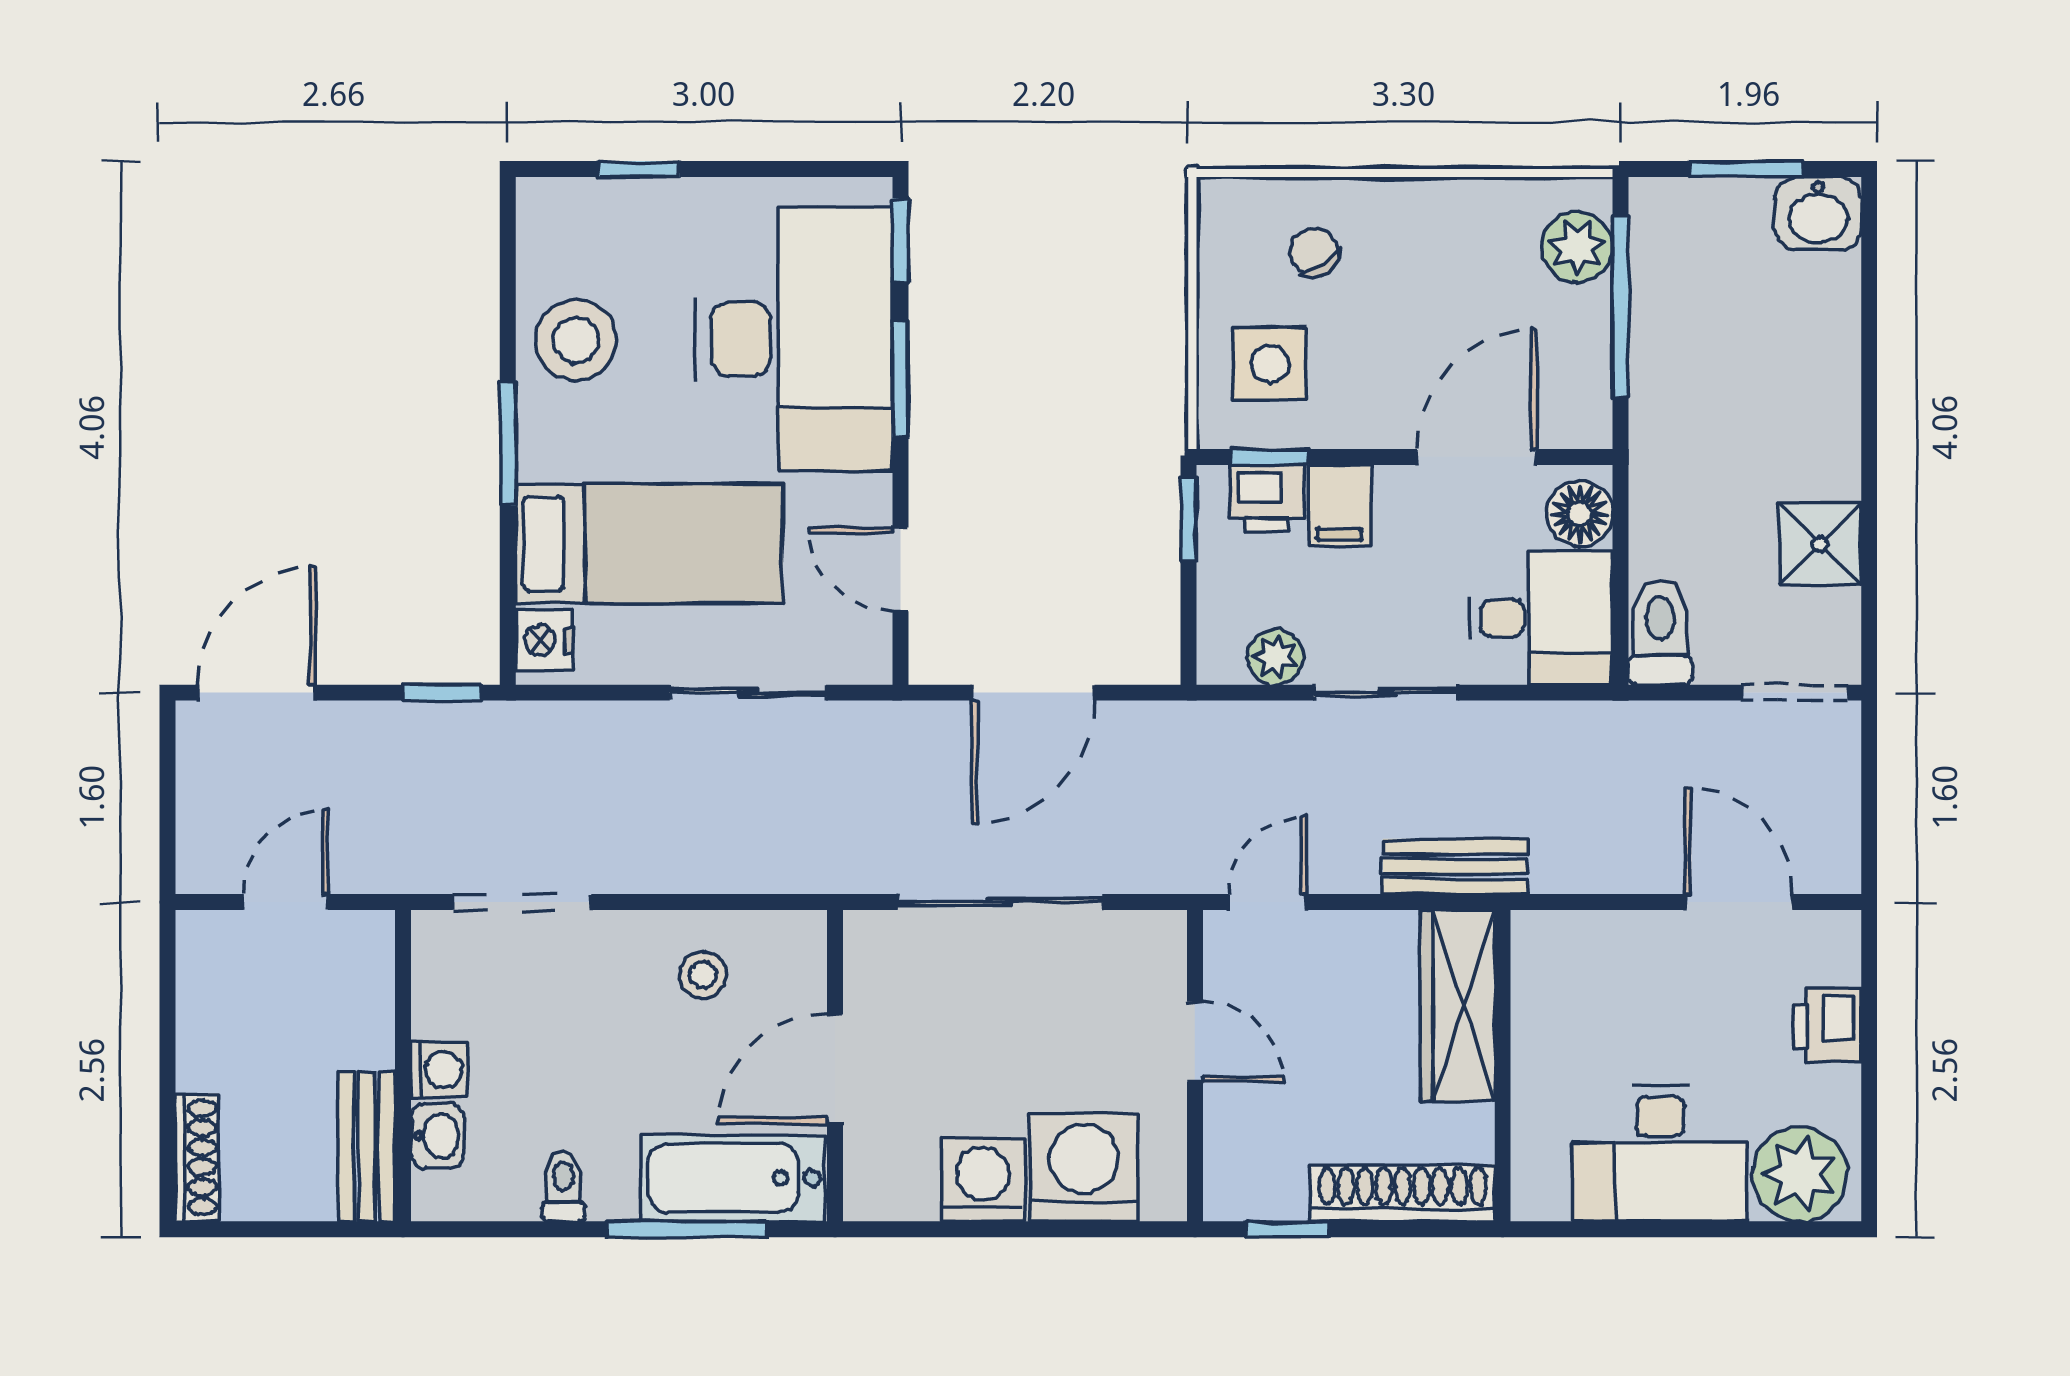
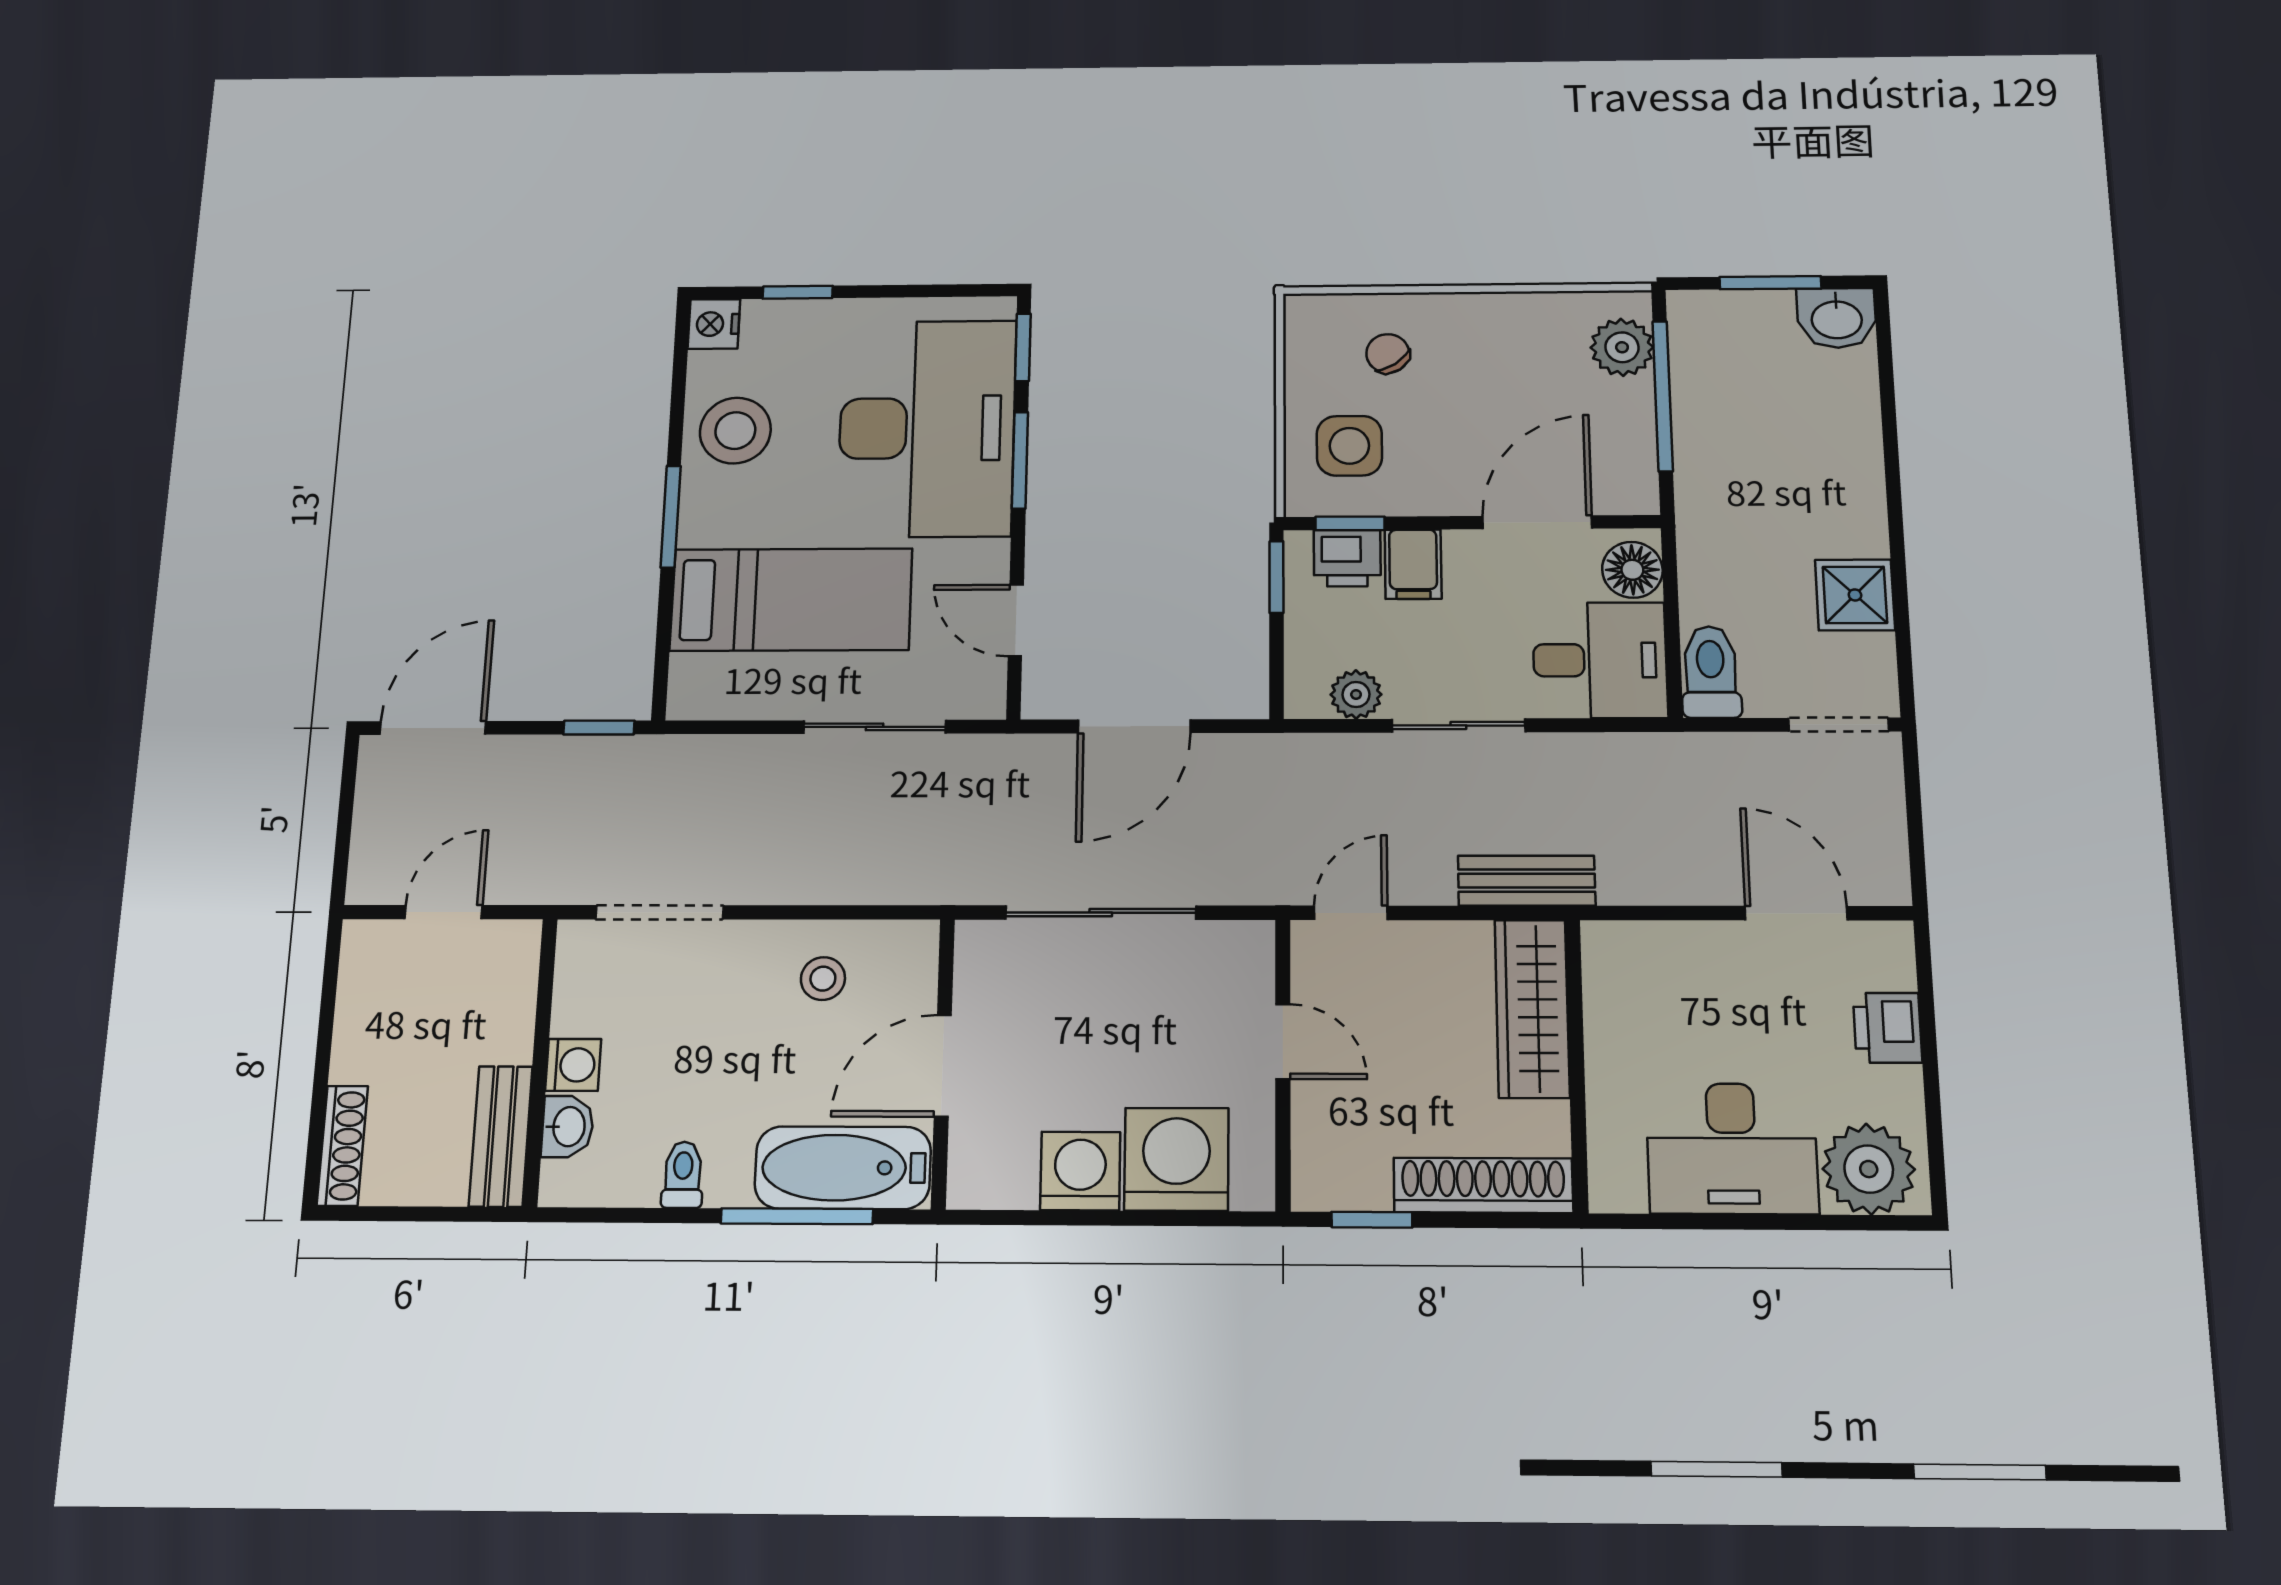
nightstand: (544, 640) -> (714, 324), moved

